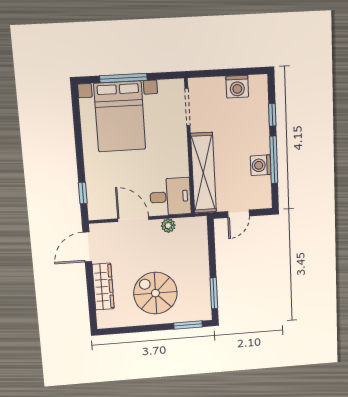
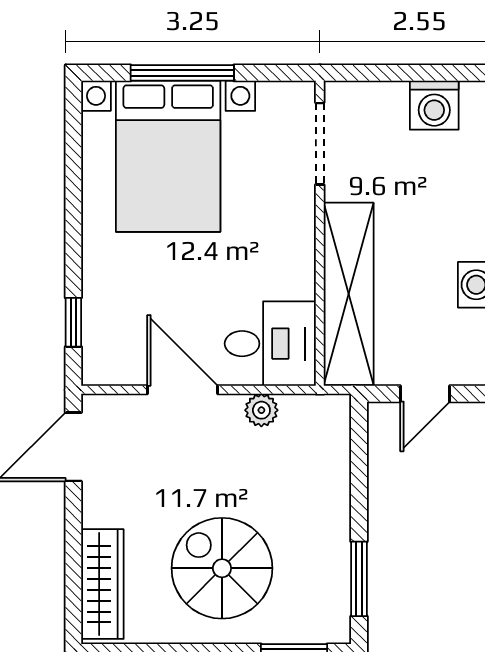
wardrobe: (103, 287) -> (102, 584), moved

